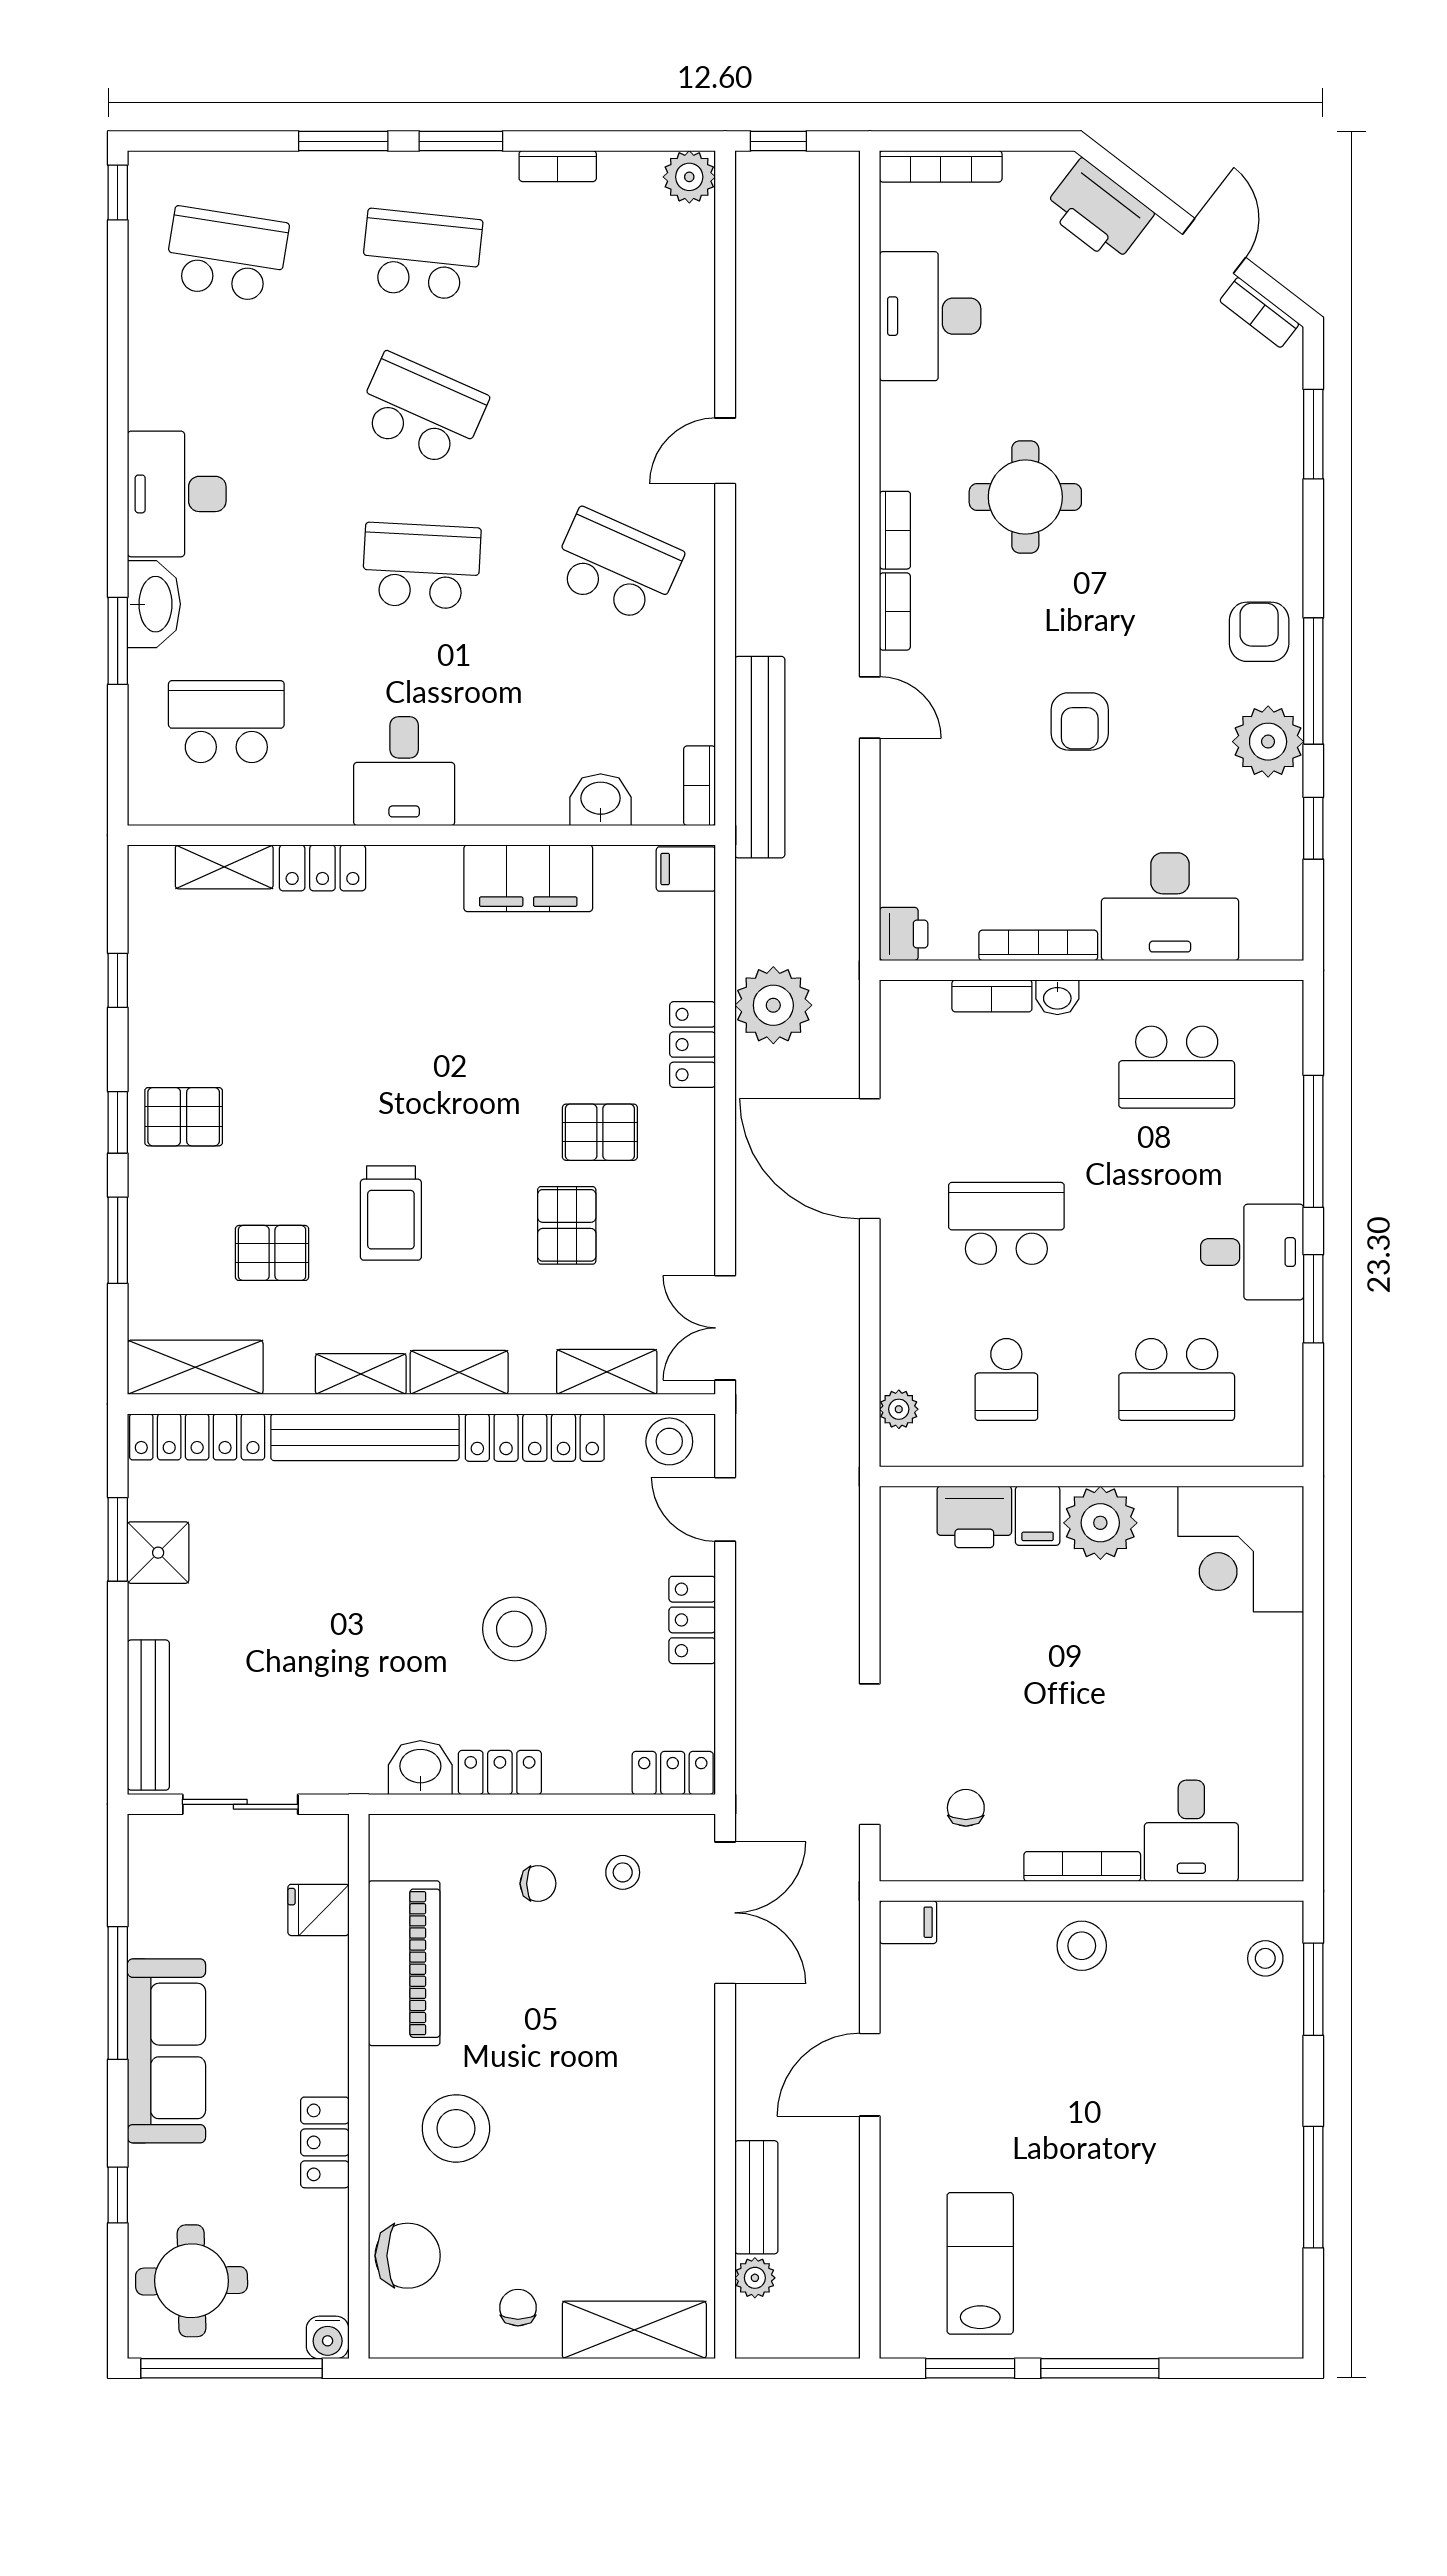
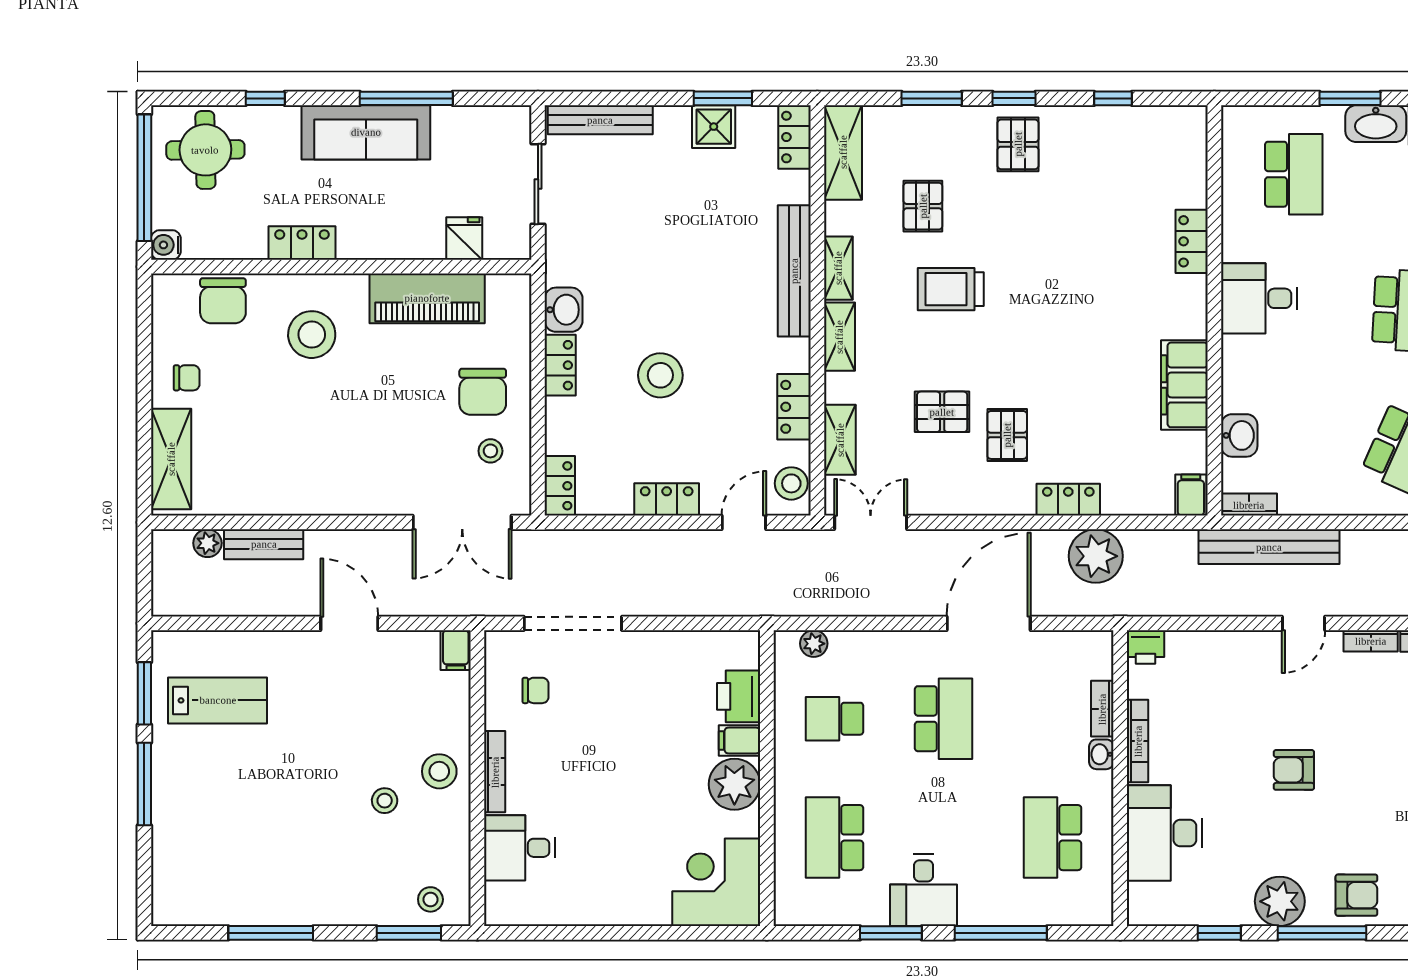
shelving: (224, 867) -> (1192, 173), removed
locker: (197, 1437) -> (794, 137), width x0.66
locker: (535, 1438) -> (794, 407), width x0.66
chair: (538, 1884) -> (483, 392), width x1.87, depth x1.87
stool: (1124, 2024) -> (385, 801), added

